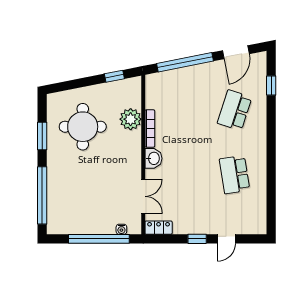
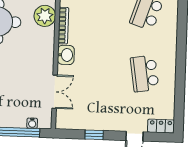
locker: (159, 228) -> (161, 126), moved
window: (197, 239) -> (94, 135), moved

